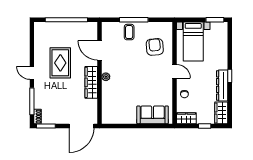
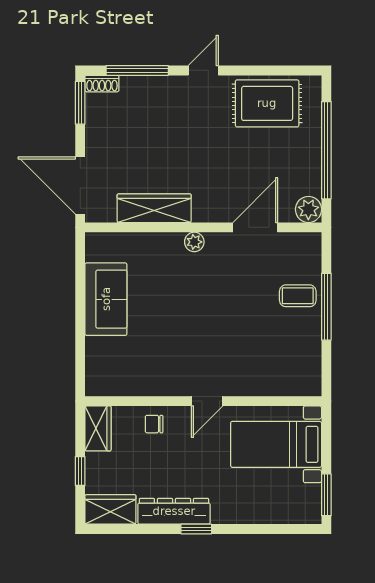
plant: (92, 27) -> (308, 209), added
armchair: (155, 47) -> (263, 355), removed
rug: (60, 63) -> (267, 103), moved
wardrobe: (91, 82) -> (154, 208), moved
sofa: (153, 115) -> (106, 299), moved

